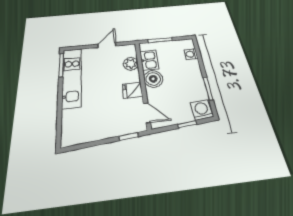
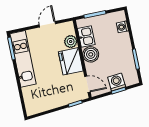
fridge: (132, 90) -> (71, 61), width x1.88, depth x1.34
washing machine: (202, 110) -> (117, 82), moved

